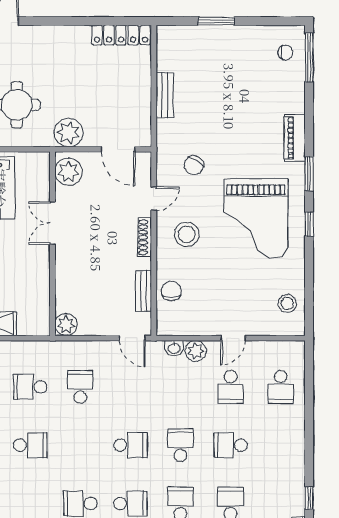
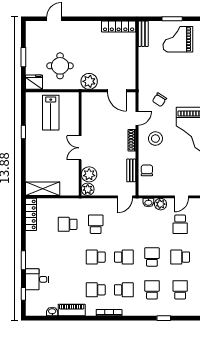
grand piano: (227, 58) -> (178, 39), added
bench: (165, 95) -> (143, 34), moved
plant: (68, 172) -> (89, 174), moved
double door: (52, 223) -> (80, 148), moved
door: (132, 338) -> (125, 197), hinge flipped
school desk: (30, 445) -> (96, 257), moved, turned 180

